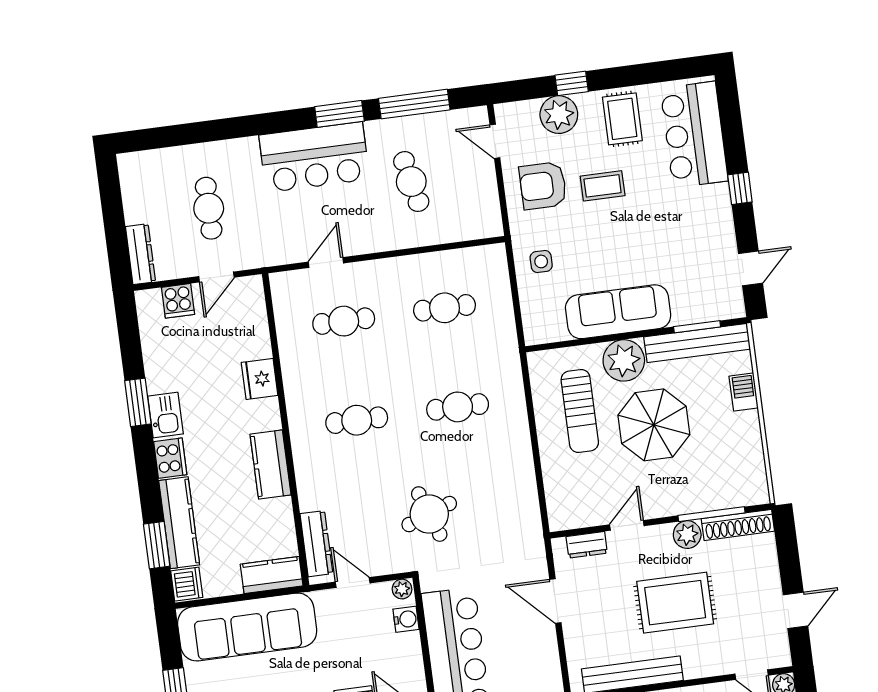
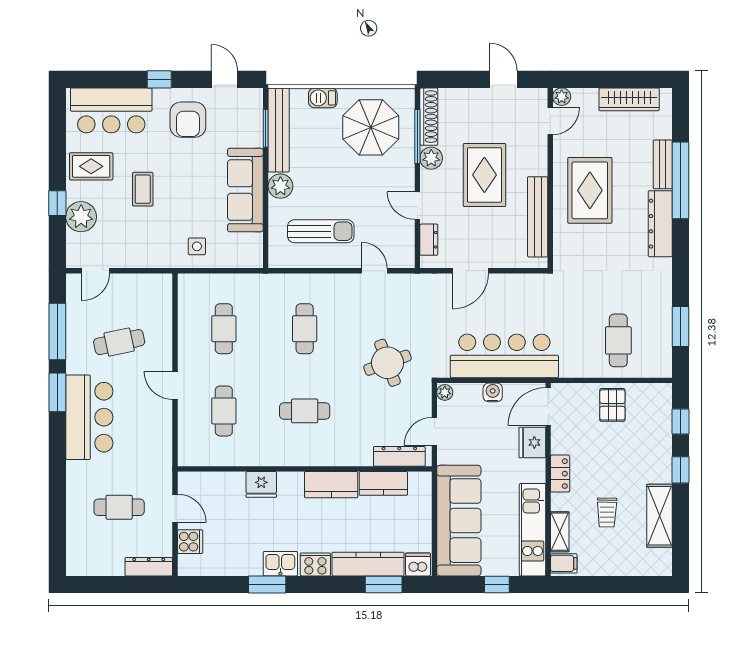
armchair: (543, 186) -> (188, 120), moved
door: (326, 263) -> (175, 385), moved
plant: (624, 360) -> (280, 186), width x0.73, depth x0.73
cafe table: (357, 420) -> (305, 411), turned 90
parasol: (654, 425) -> (371, 127), moved
door: (540, 483) -> (374, 271), added
kitchen counter: (272, 575) -> (383, 483), moved, turned -90
water cooler: (406, 619) -> (493, 392), moved

